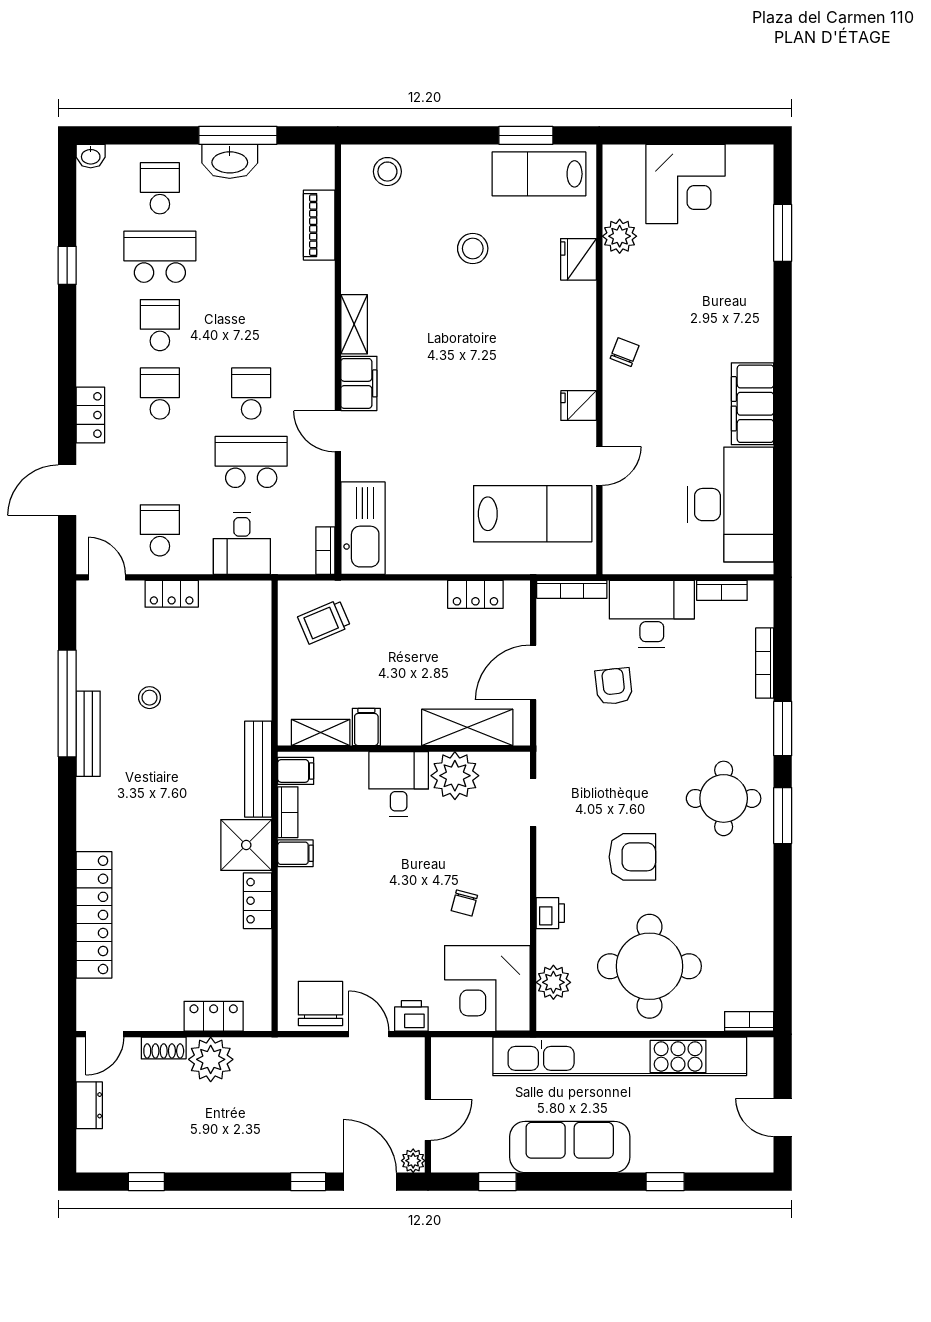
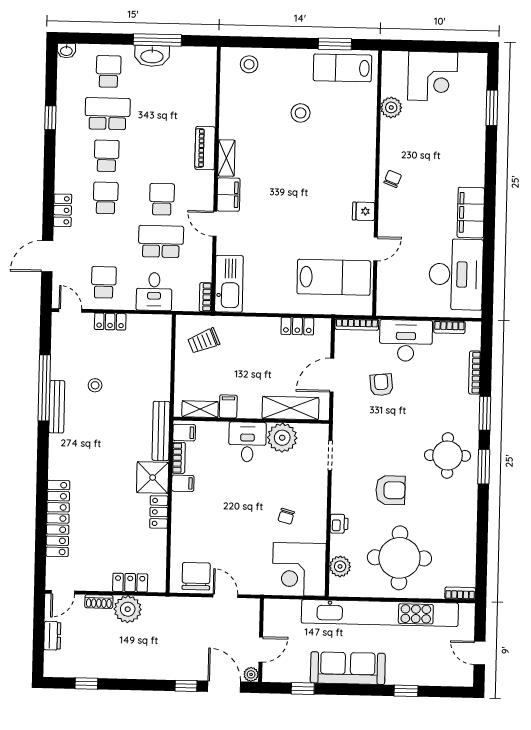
piano: (319, 225) -> (205, 148), moved
fridge: (578, 259) -> (366, 121), removed
printer: (411, 1016) -> (252, 585), removed

